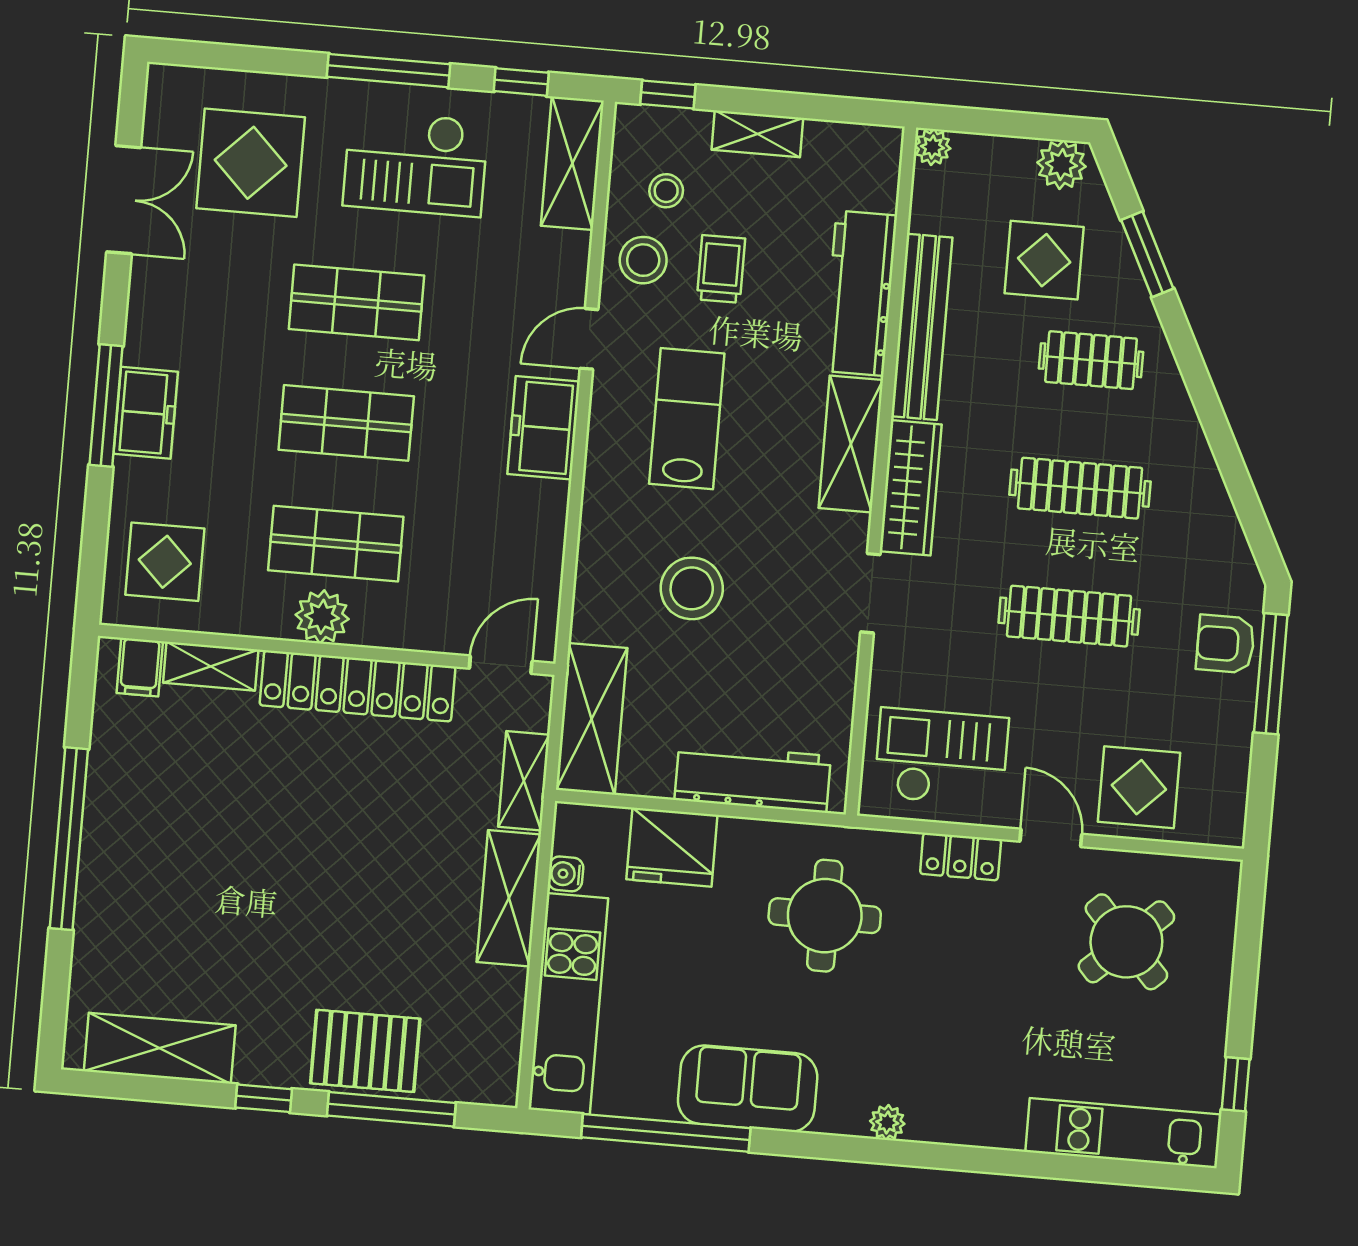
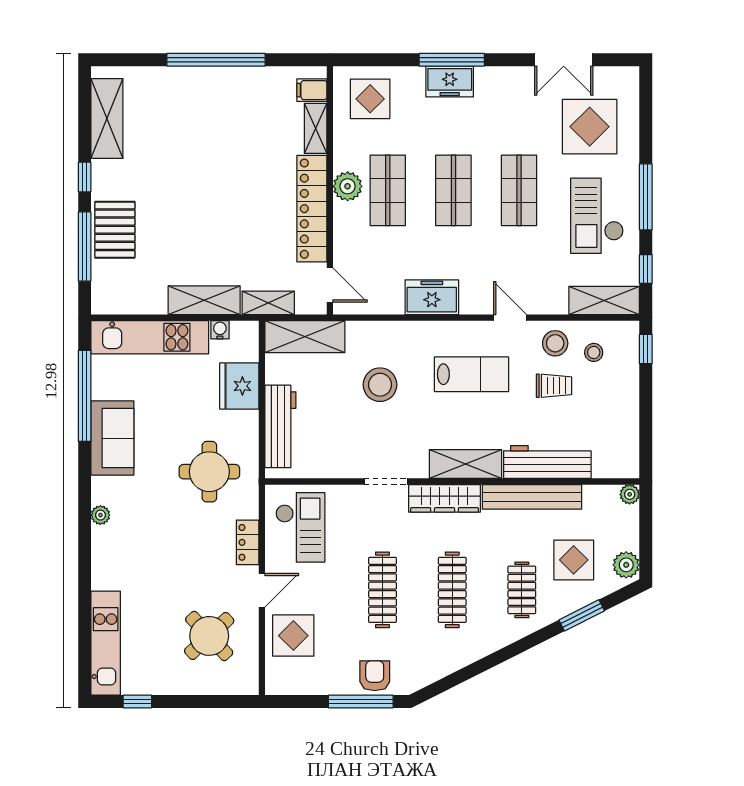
shelving: (757, 134) -> (629, 399), removed
freezer: (544, 428) -> (432, 297), moved

